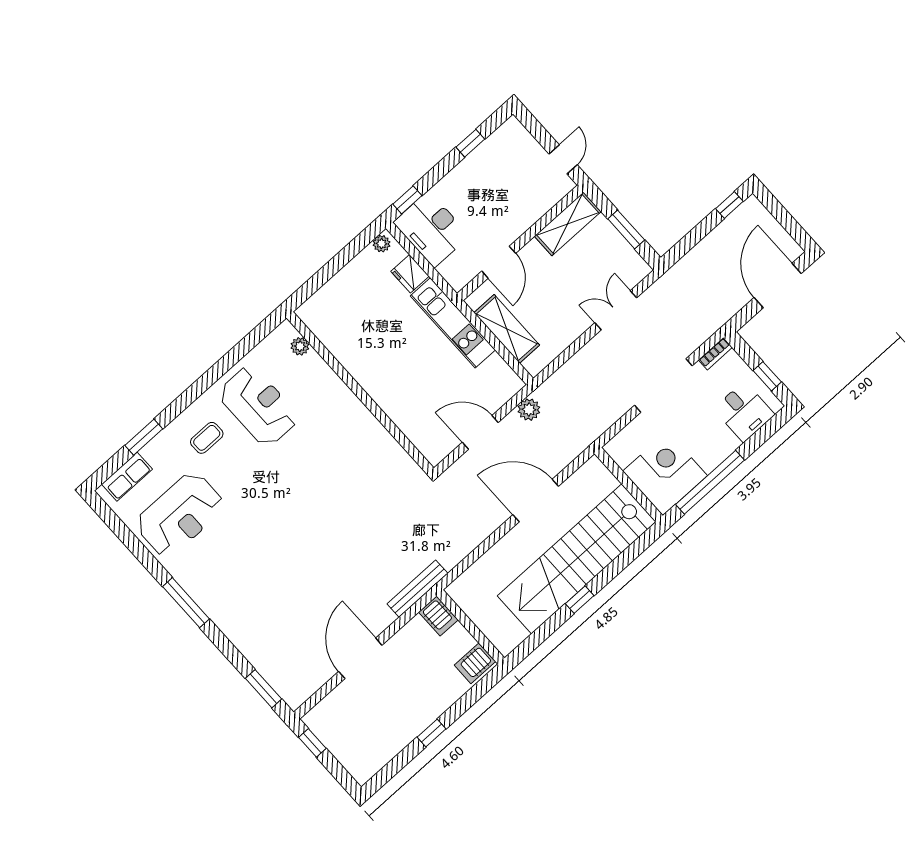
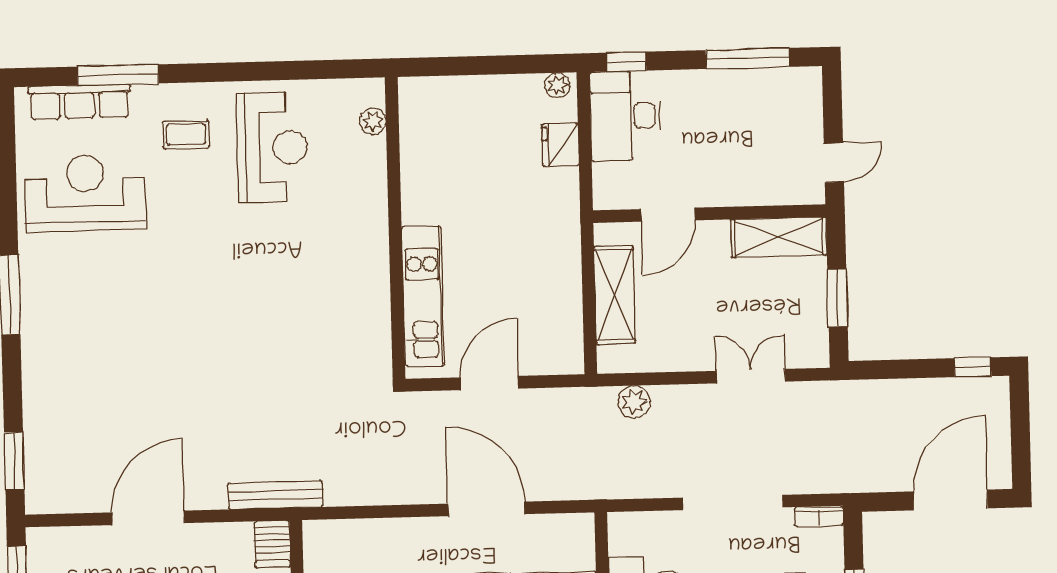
window: (470, 143) -> (748, 58), width x2.17
kitchen unit: (453, 323) -> (423, 296), moved, turned 180
plant: (529, 410) -> (634, 402), moved
door: (480, 432) -> (489, 383), hinge flipped
window: (144, 437) -> (118, 75), width x1.44
row of seats: (127, 477) -> (79, 102), width x1.48
reception desk: (180, 515) -> (85, 193), turned 180

